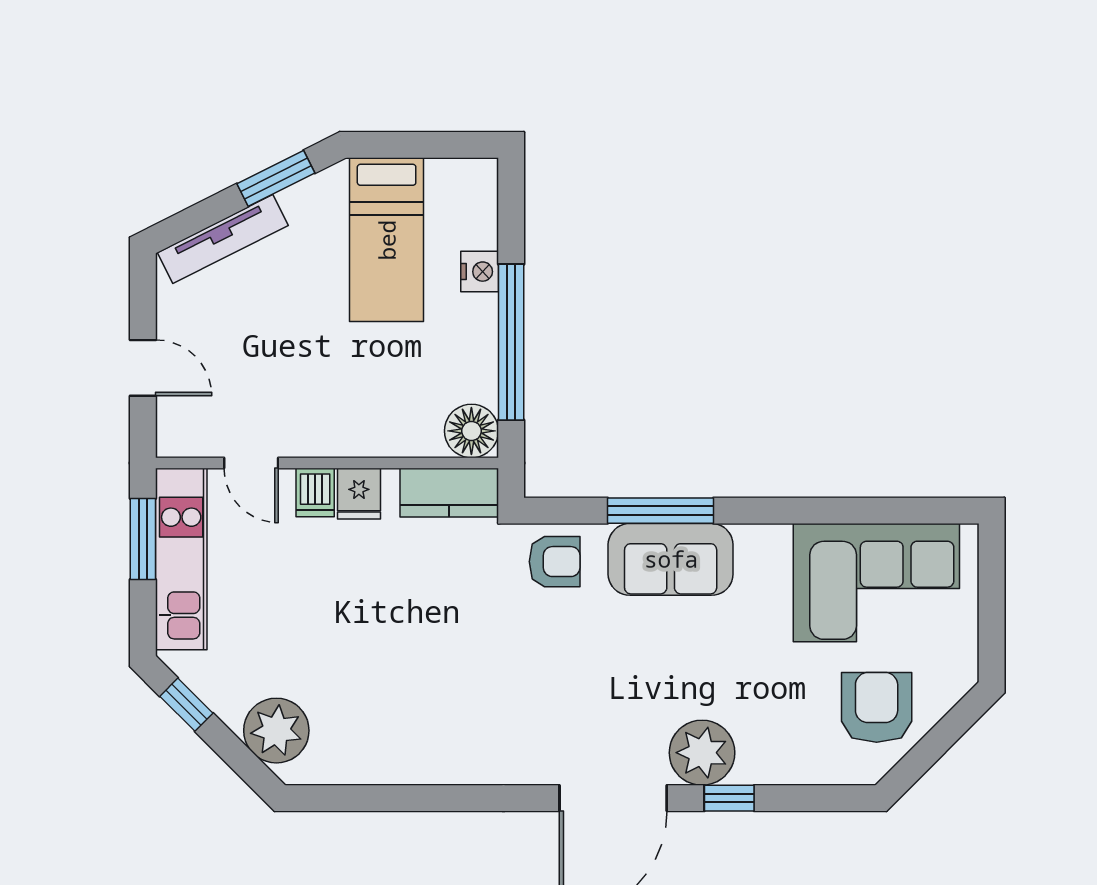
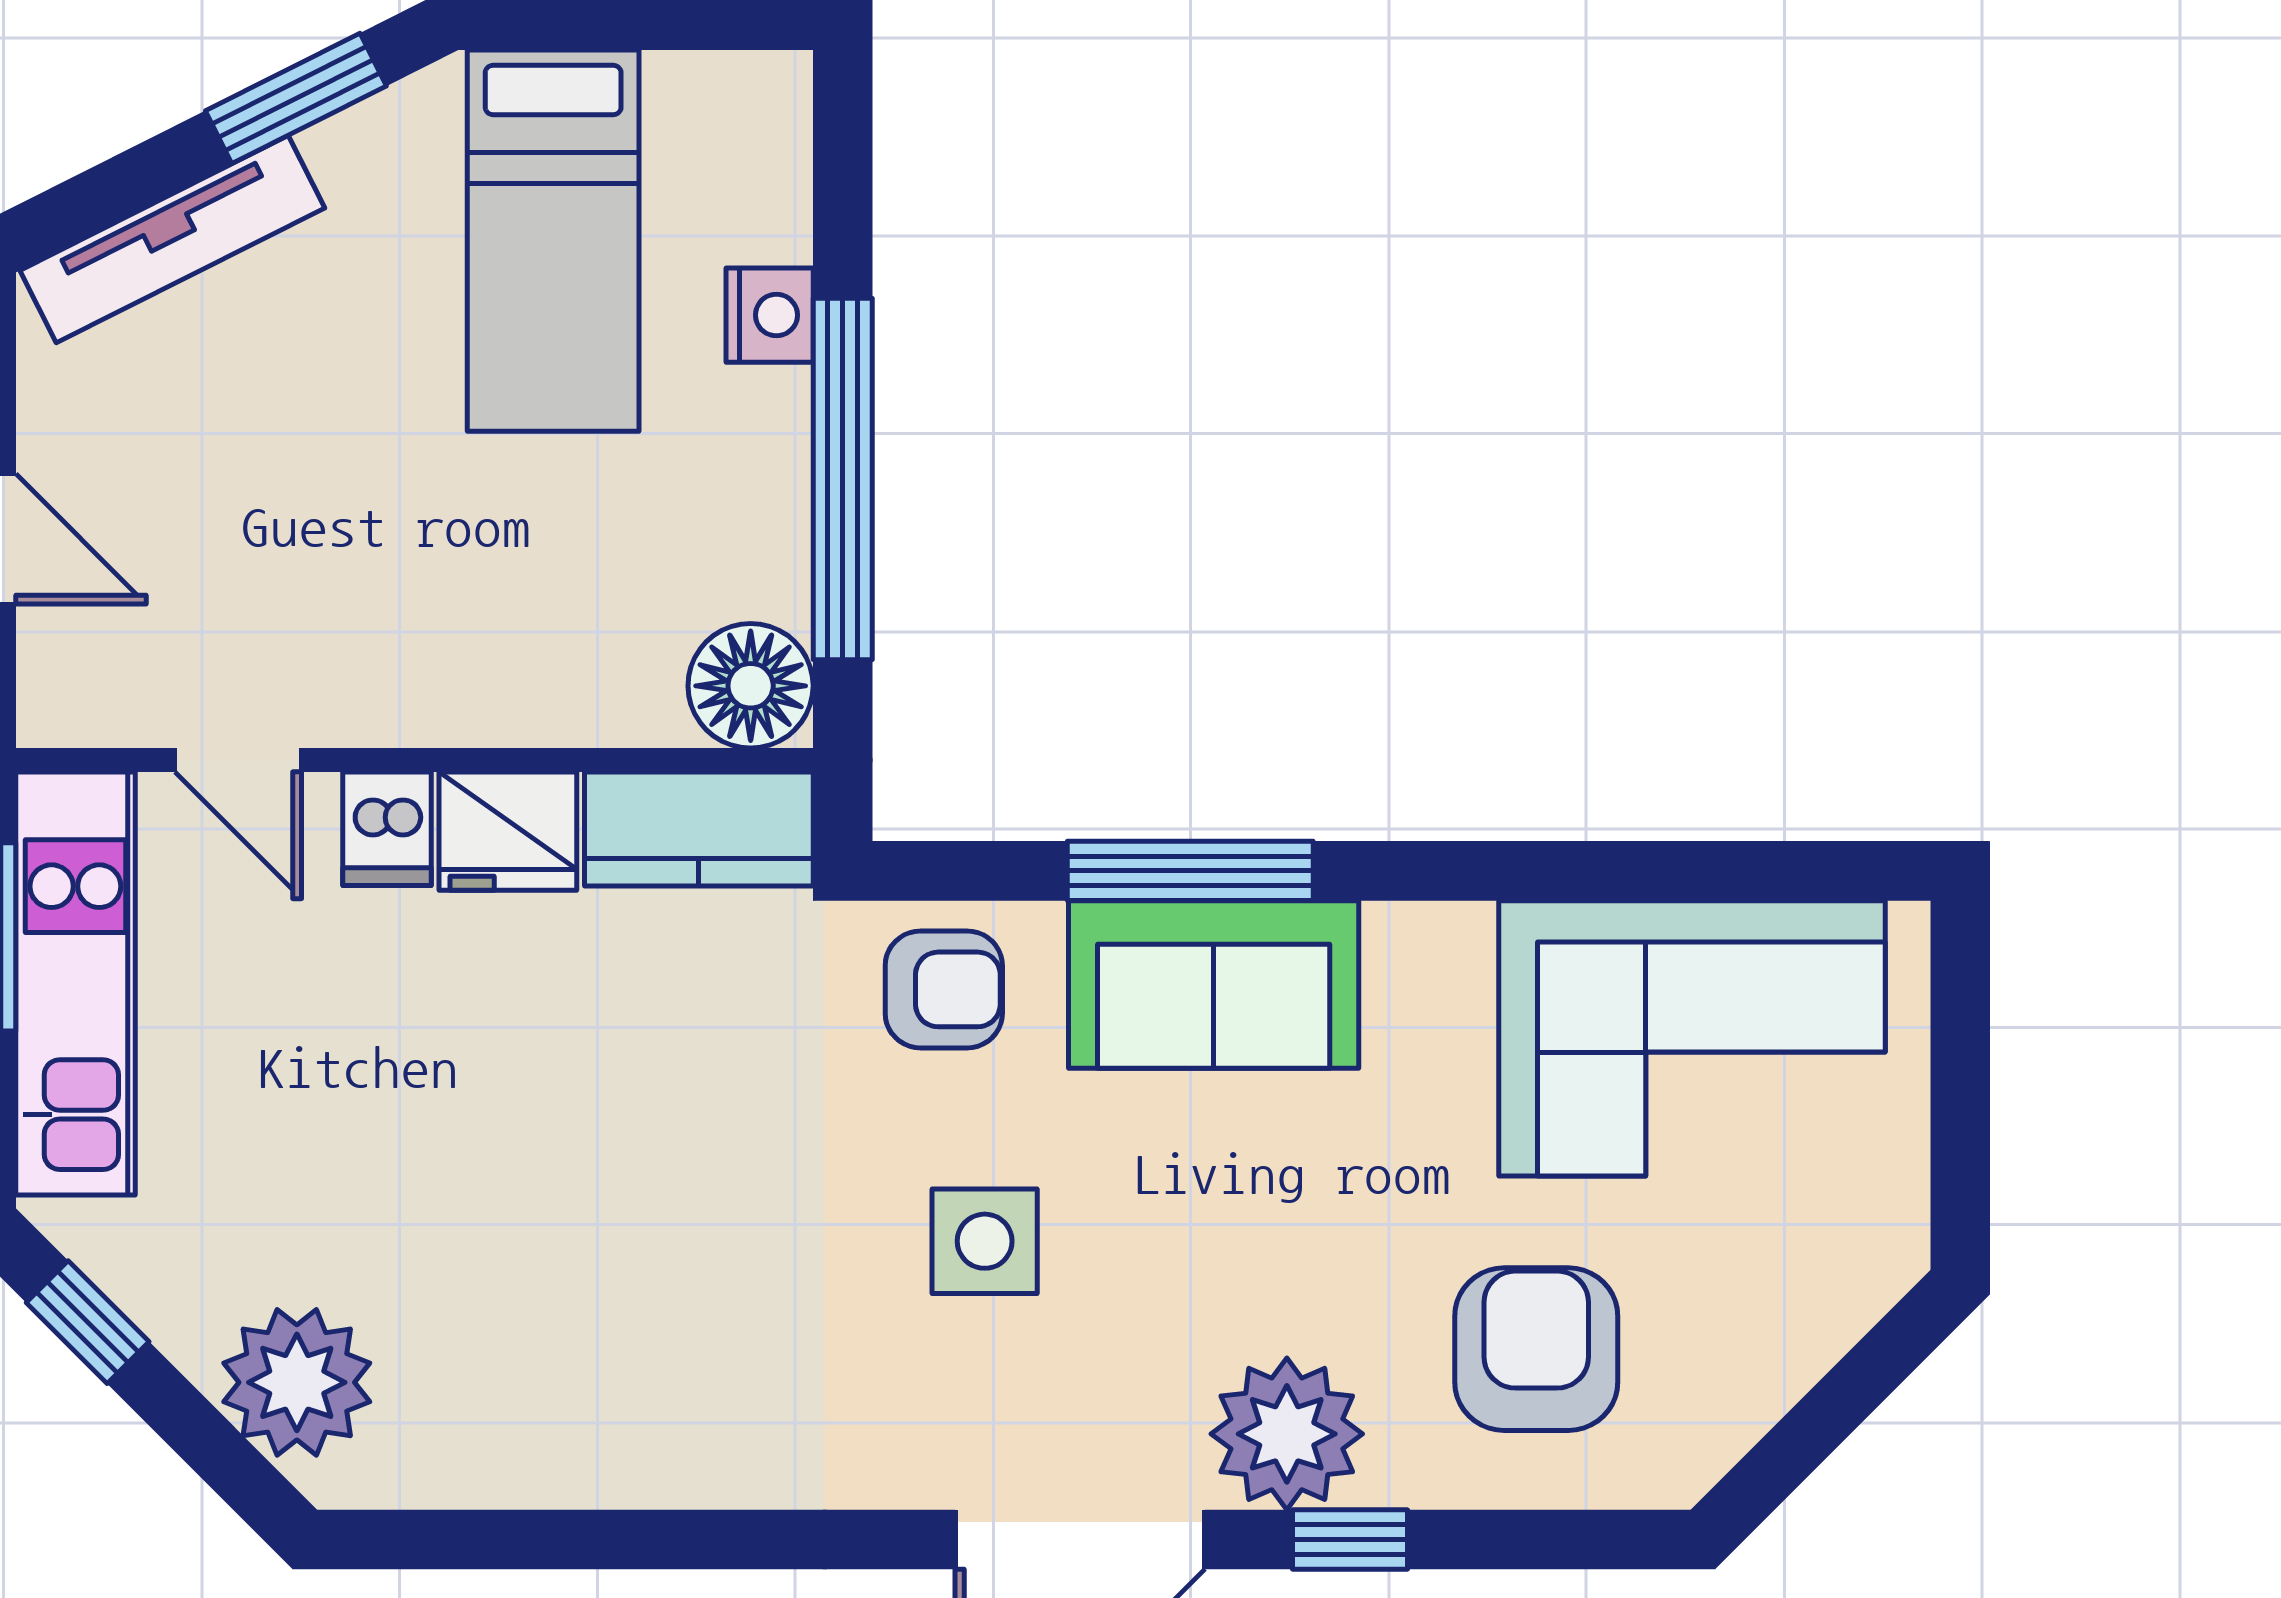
fridge: (359, 494) -> (508, 831), width x1.38
side table: (572, 670) -> (985, 1241), added
armchair: (877, 707) -> (1536, 1349), moved

